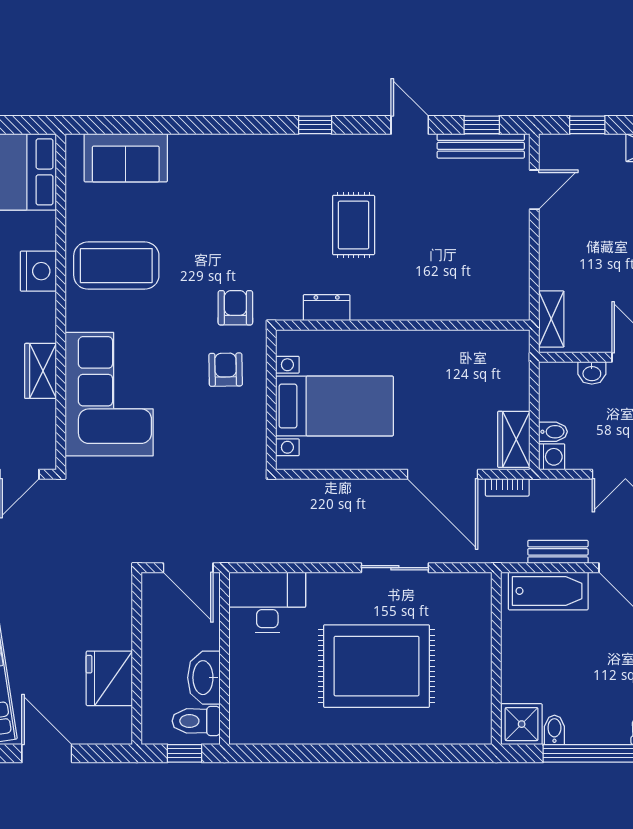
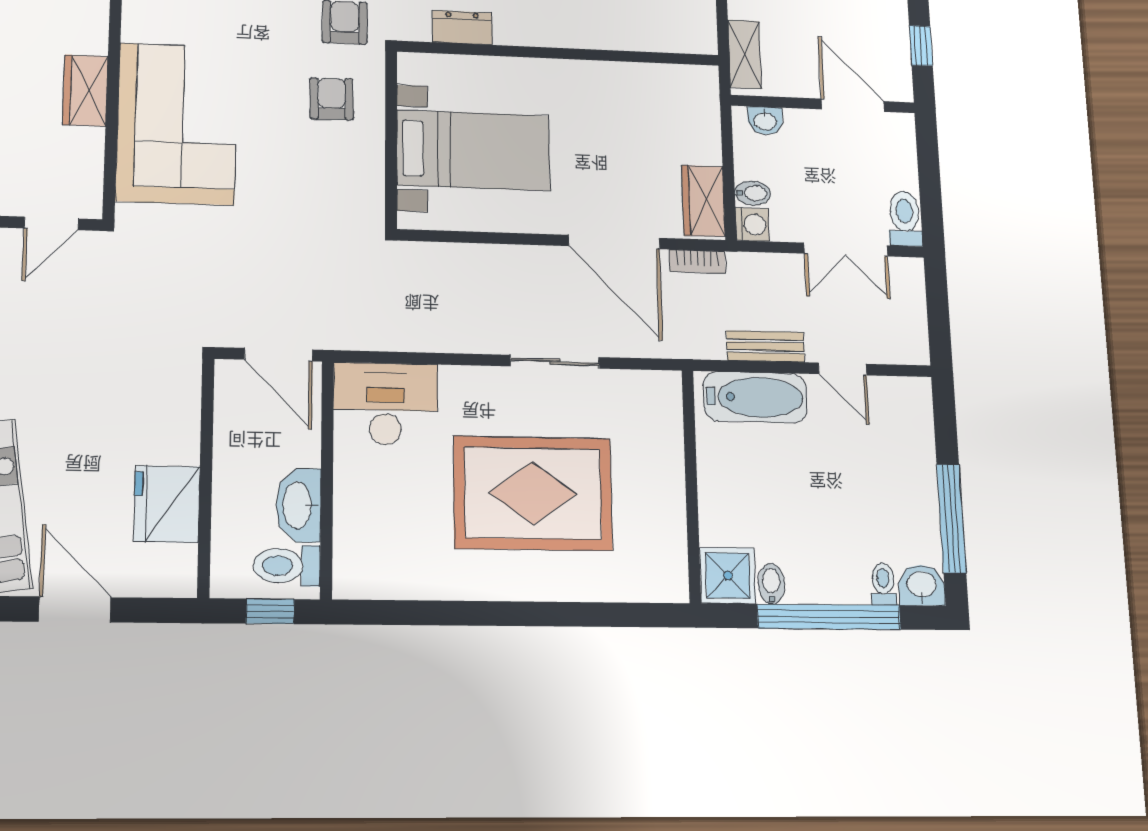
washbasin: (592, 373) -> (765, 121), moved

